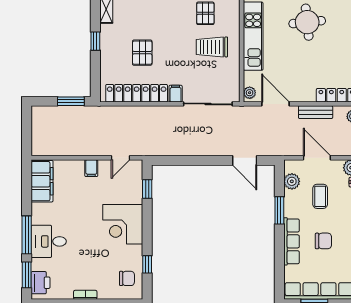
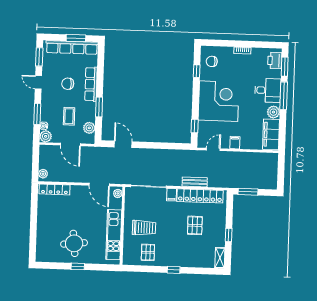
bench: (316, 112) -> (195, 182), moved
plant: (40, 212) -> (273, 112), added
corner desk: (123, 224) -> (219, 101), width x1.36, depth x1.36

